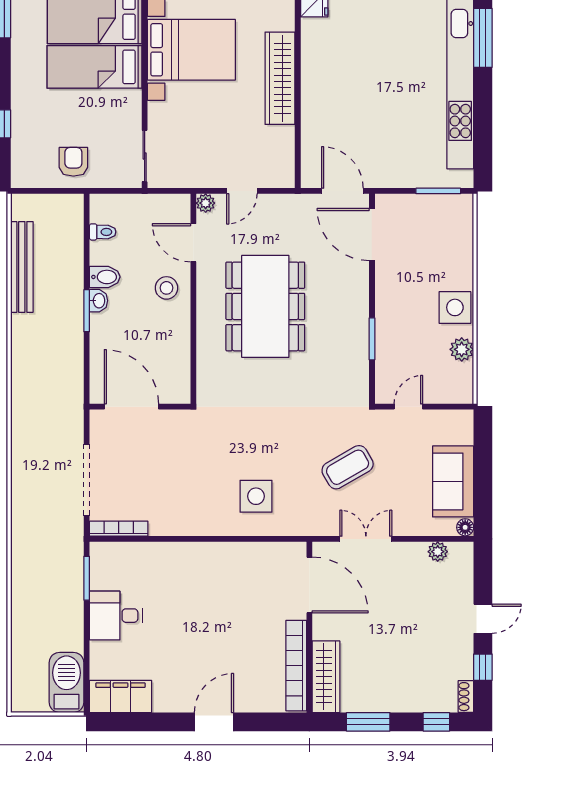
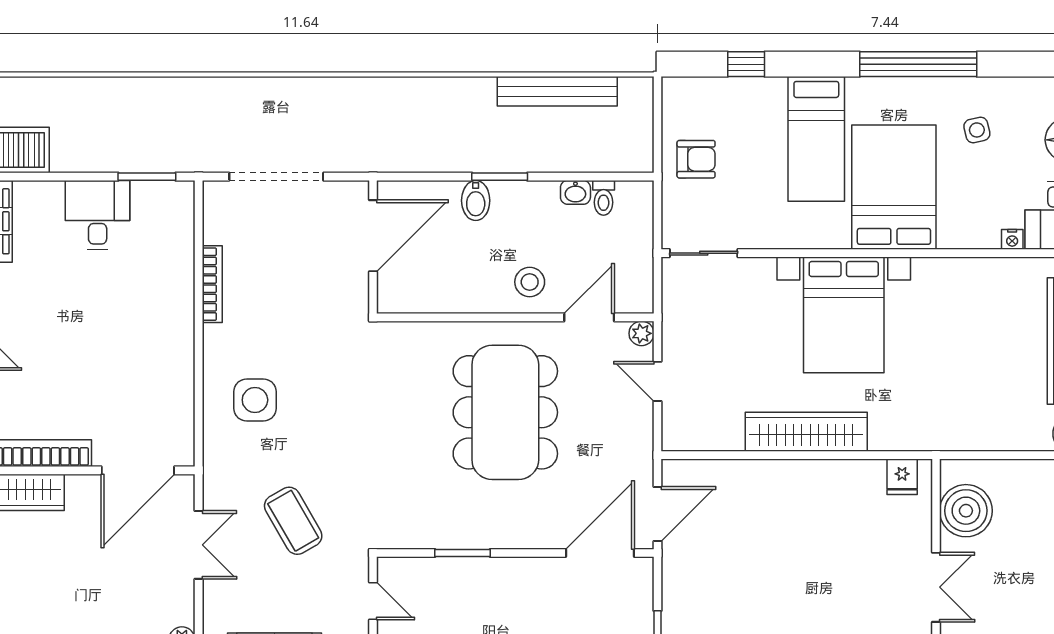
bed: (94, 67) -> (816, 139), moved, turned 180
bidet: (105, 277) -> (476, 201), moved
washbasin: (99, 301) -> (575, 192), moved
dining table: (265, 306) -> (505, 412), turned 90
bookcase: (119, 529) -> (212, 284), moved

